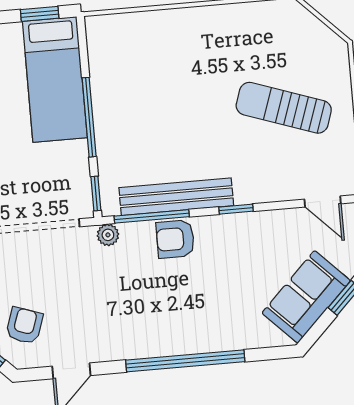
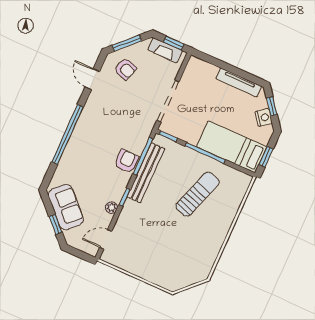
sun lounger: (284, 108) -> (197, 194), moved
plant: (108, 235) -> (112, 208), moved

